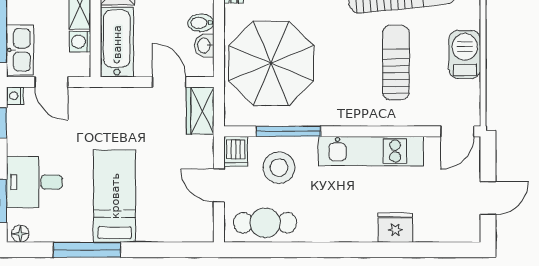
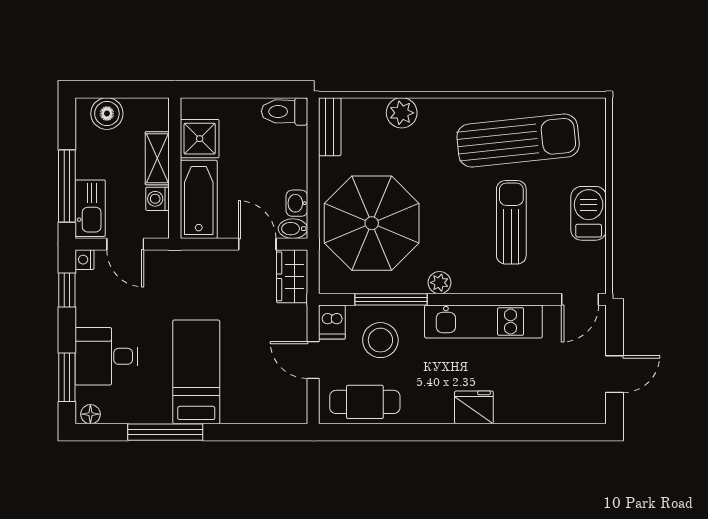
bidet: (201, 23) -> (293, 229), moved
plant: (332, 116) -> (440, 283), added
fridge: (395, 228) -> (474, 407), moved

